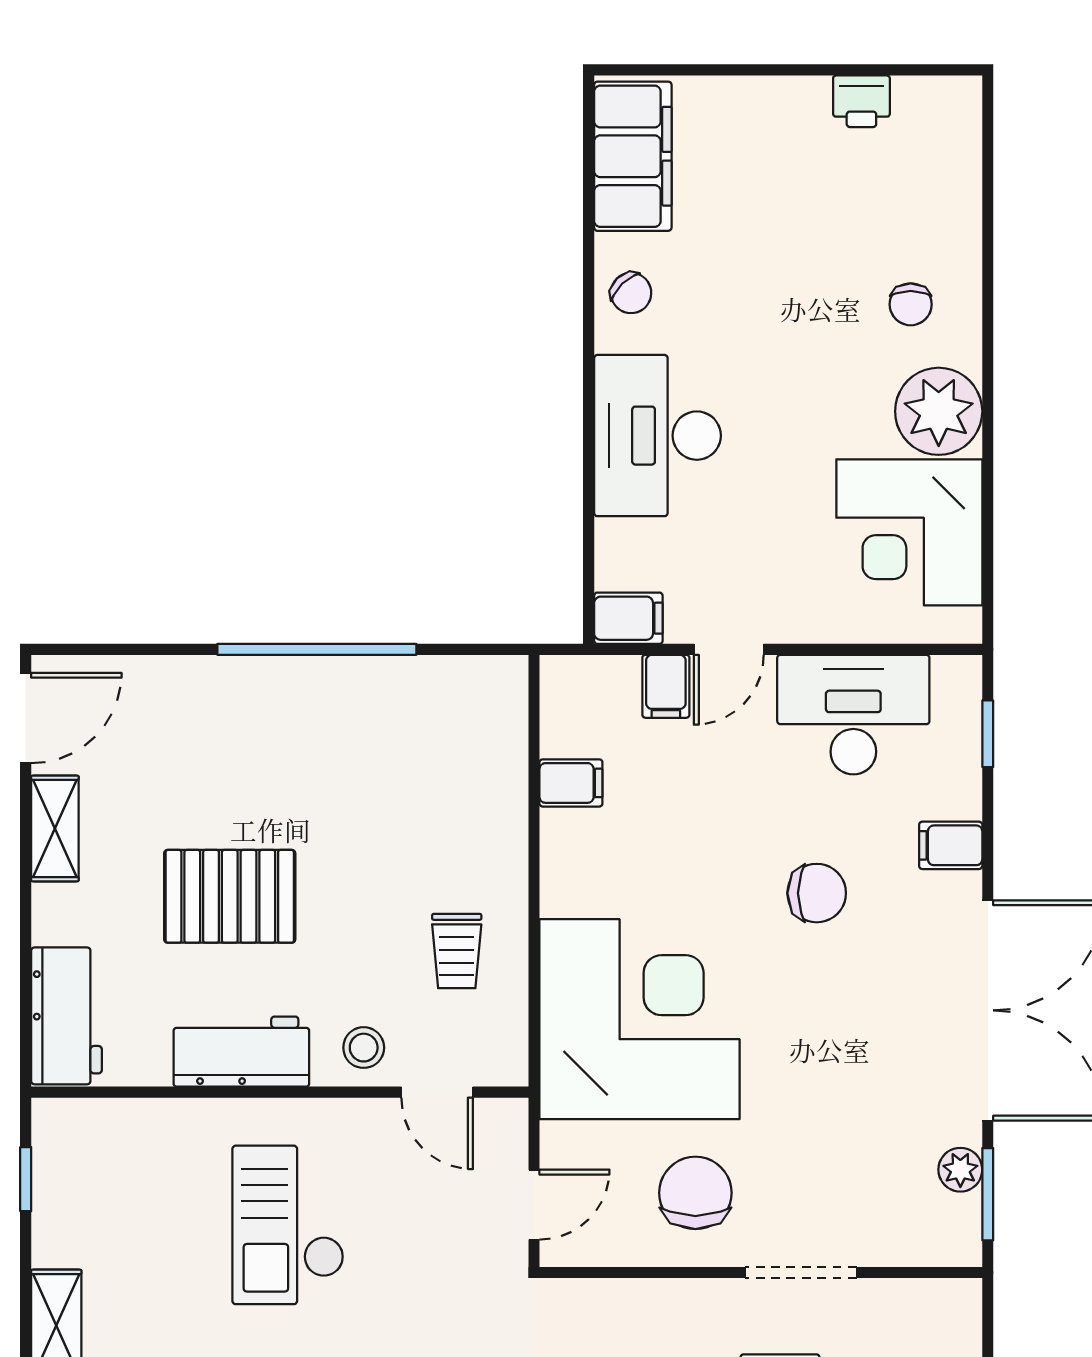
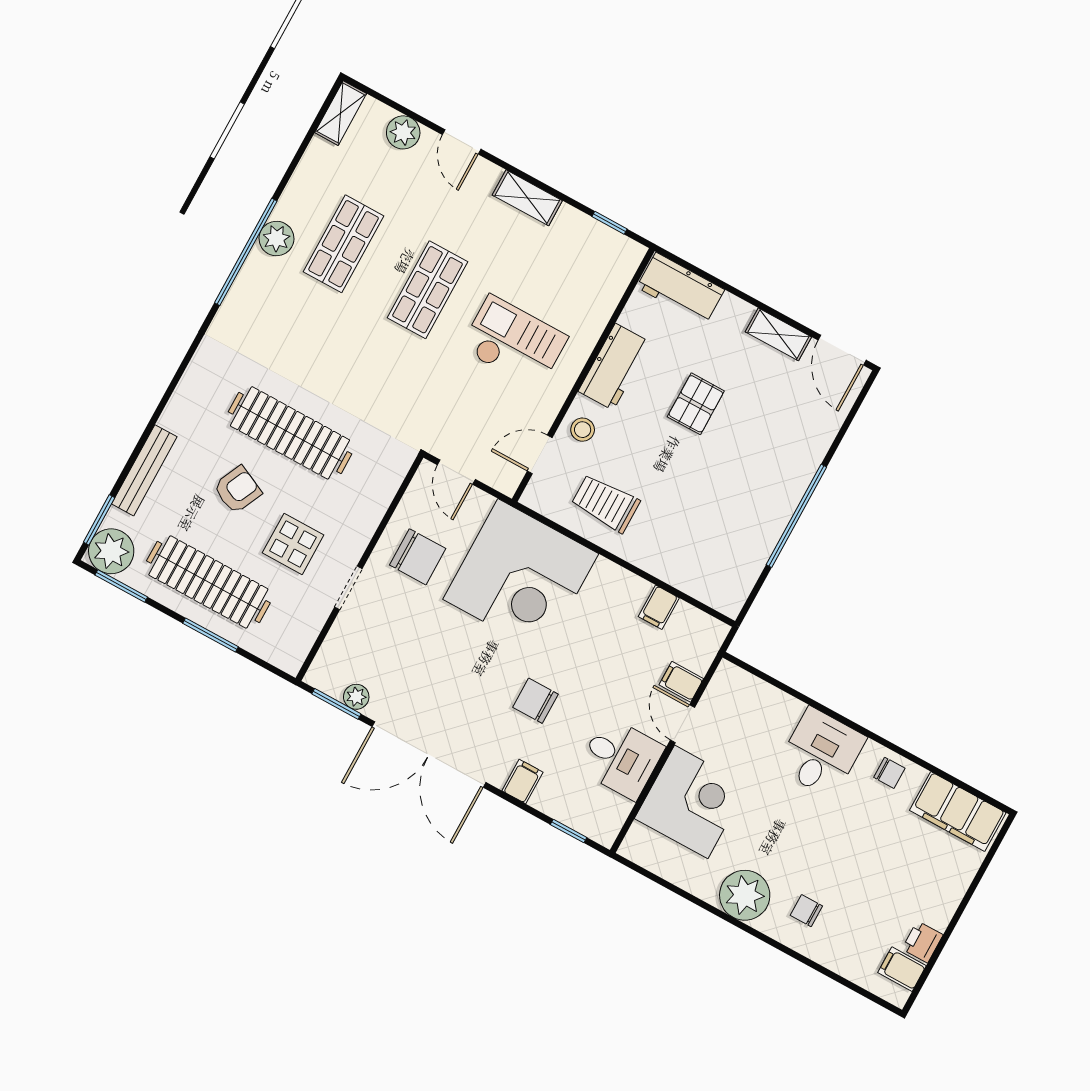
chair: (631, 293) -> (889, 773), turned -136
desk: (657, 436) -> (821, 753), width x0.73
corner desk: (909, 532) -> (691, 802), moved, turned 90
filing cabinet: (628, 618) -> (902, 969), moved, turned 90
desk: (853, 715) -> (621, 758), width x0.73
chair: (817, 893) -> (535, 701), turned 90
pallet: (230, 896) -> (696, 404), width x0.67, depth x0.71
trolley: (457, 951) -> (606, 503), width x1.36, depth x1.39
doorway: (801, 1273) -> (348, 588), width x0.73

